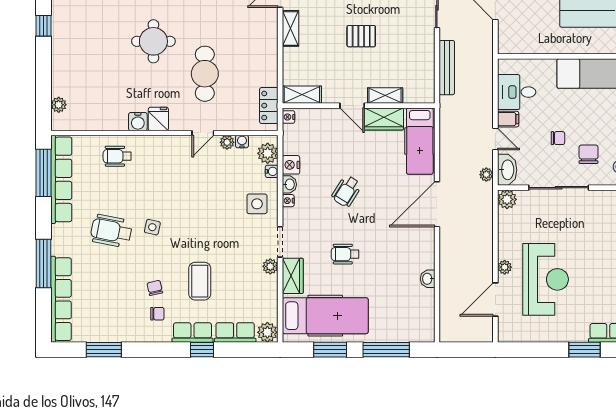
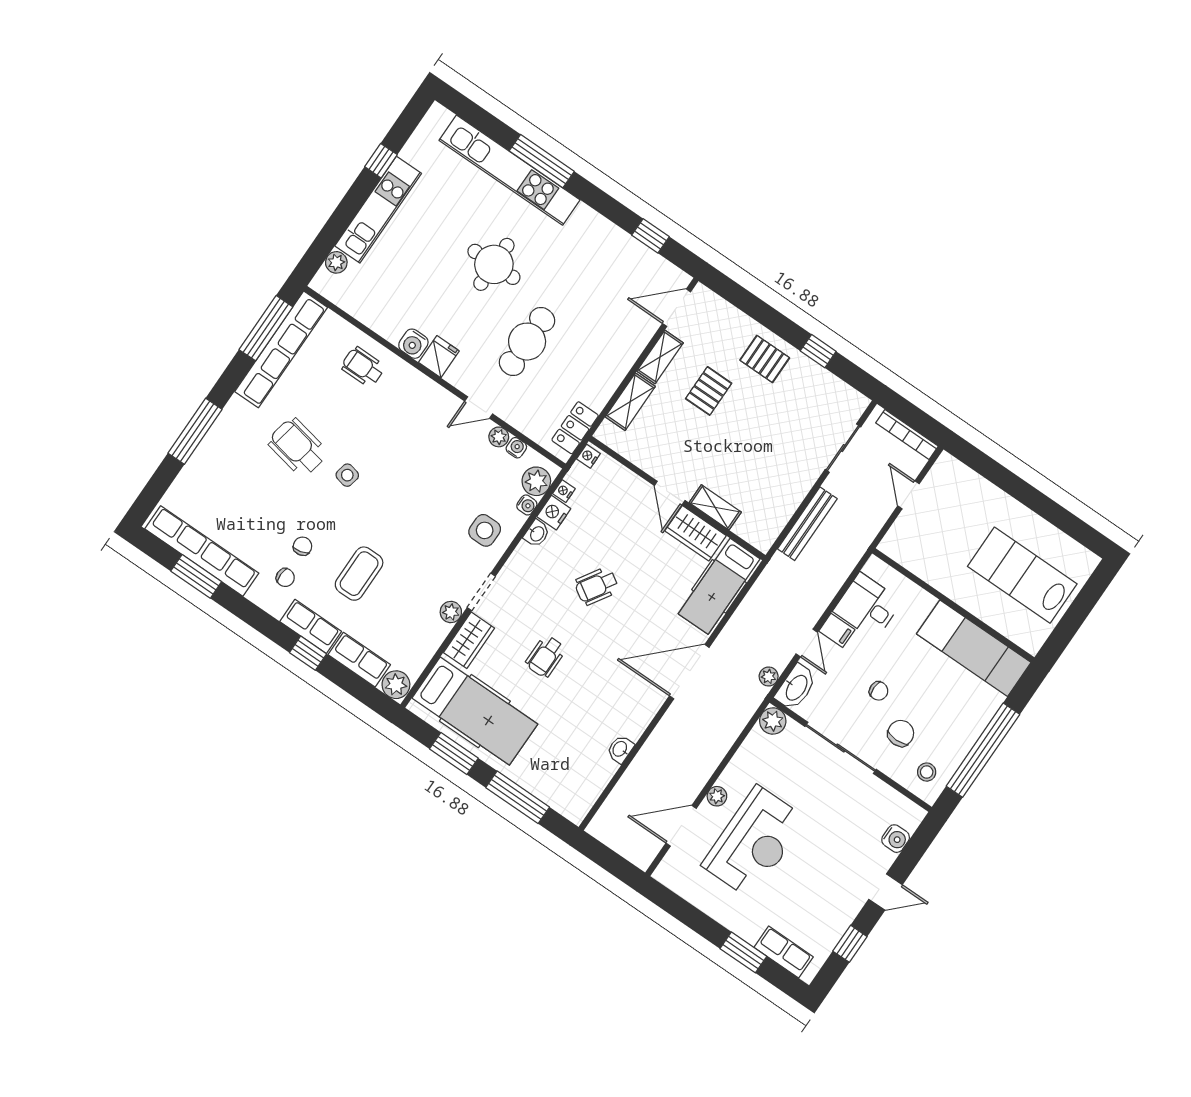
pallet: (361, 36) -> (709, 391), moved, turned 90
kitchen unit: (62, 56) -> (378, 210), added
shelving: (302, 95) -> (630, 402), moved, turned 90
nightstand: (288, 201) -> (564, 491), moved
wheelchair: (345, 254) -> (546, 656), turned -90
row of seats: (61, 299) -> (202, 551), moved, turned -90

